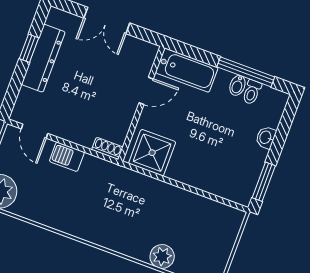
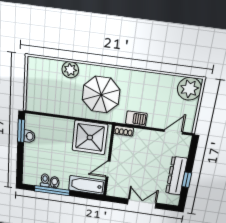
door: (35, 131) -> (173, 132), hinge flipped
washbasin: (266, 137) -> (29, 136), moved
shower: (152, 153) -> (90, 137), width x1.37, depth x1.37
barbecue: (67, 157) -> (136, 119), moved
parasol: (127, 211) -> (101, 95), added

